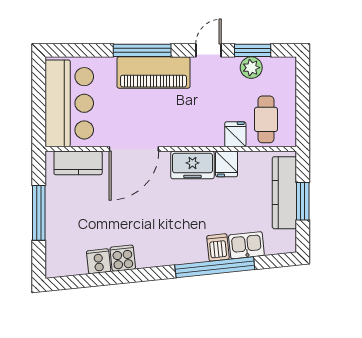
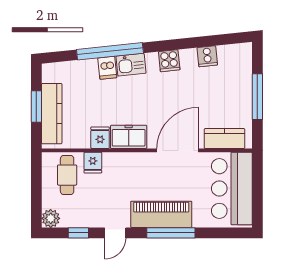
window: (253, 50) -> (78, 233), width x0.67
plant: (251, 68) -> (51, 218), moved
kitchen sink: (246, 245) -> (131, 65), moved
cooker: (123, 258) -> (169, 61), moved

